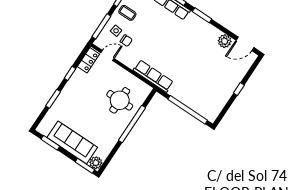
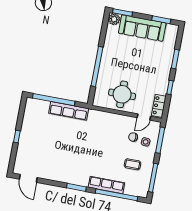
coffee table: (127, 13) -> (132, 164), moved
plant: (225, 41) -> (47, 173), removed
door: (245, 44) -> (28, 178), swing flipped
row of seats: (153, 76) -> (69, 111), moved
round table: (120, 100) -> (122, 94), moved

